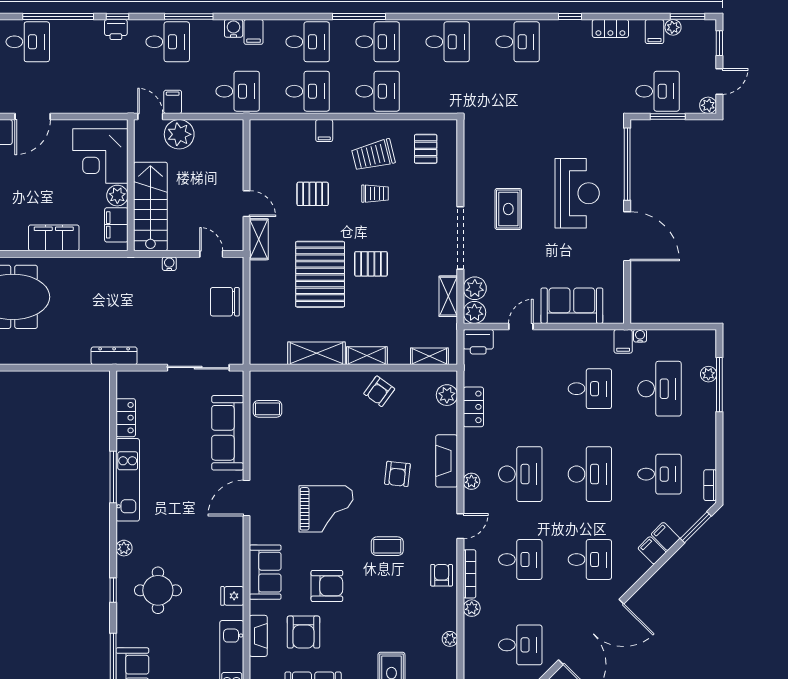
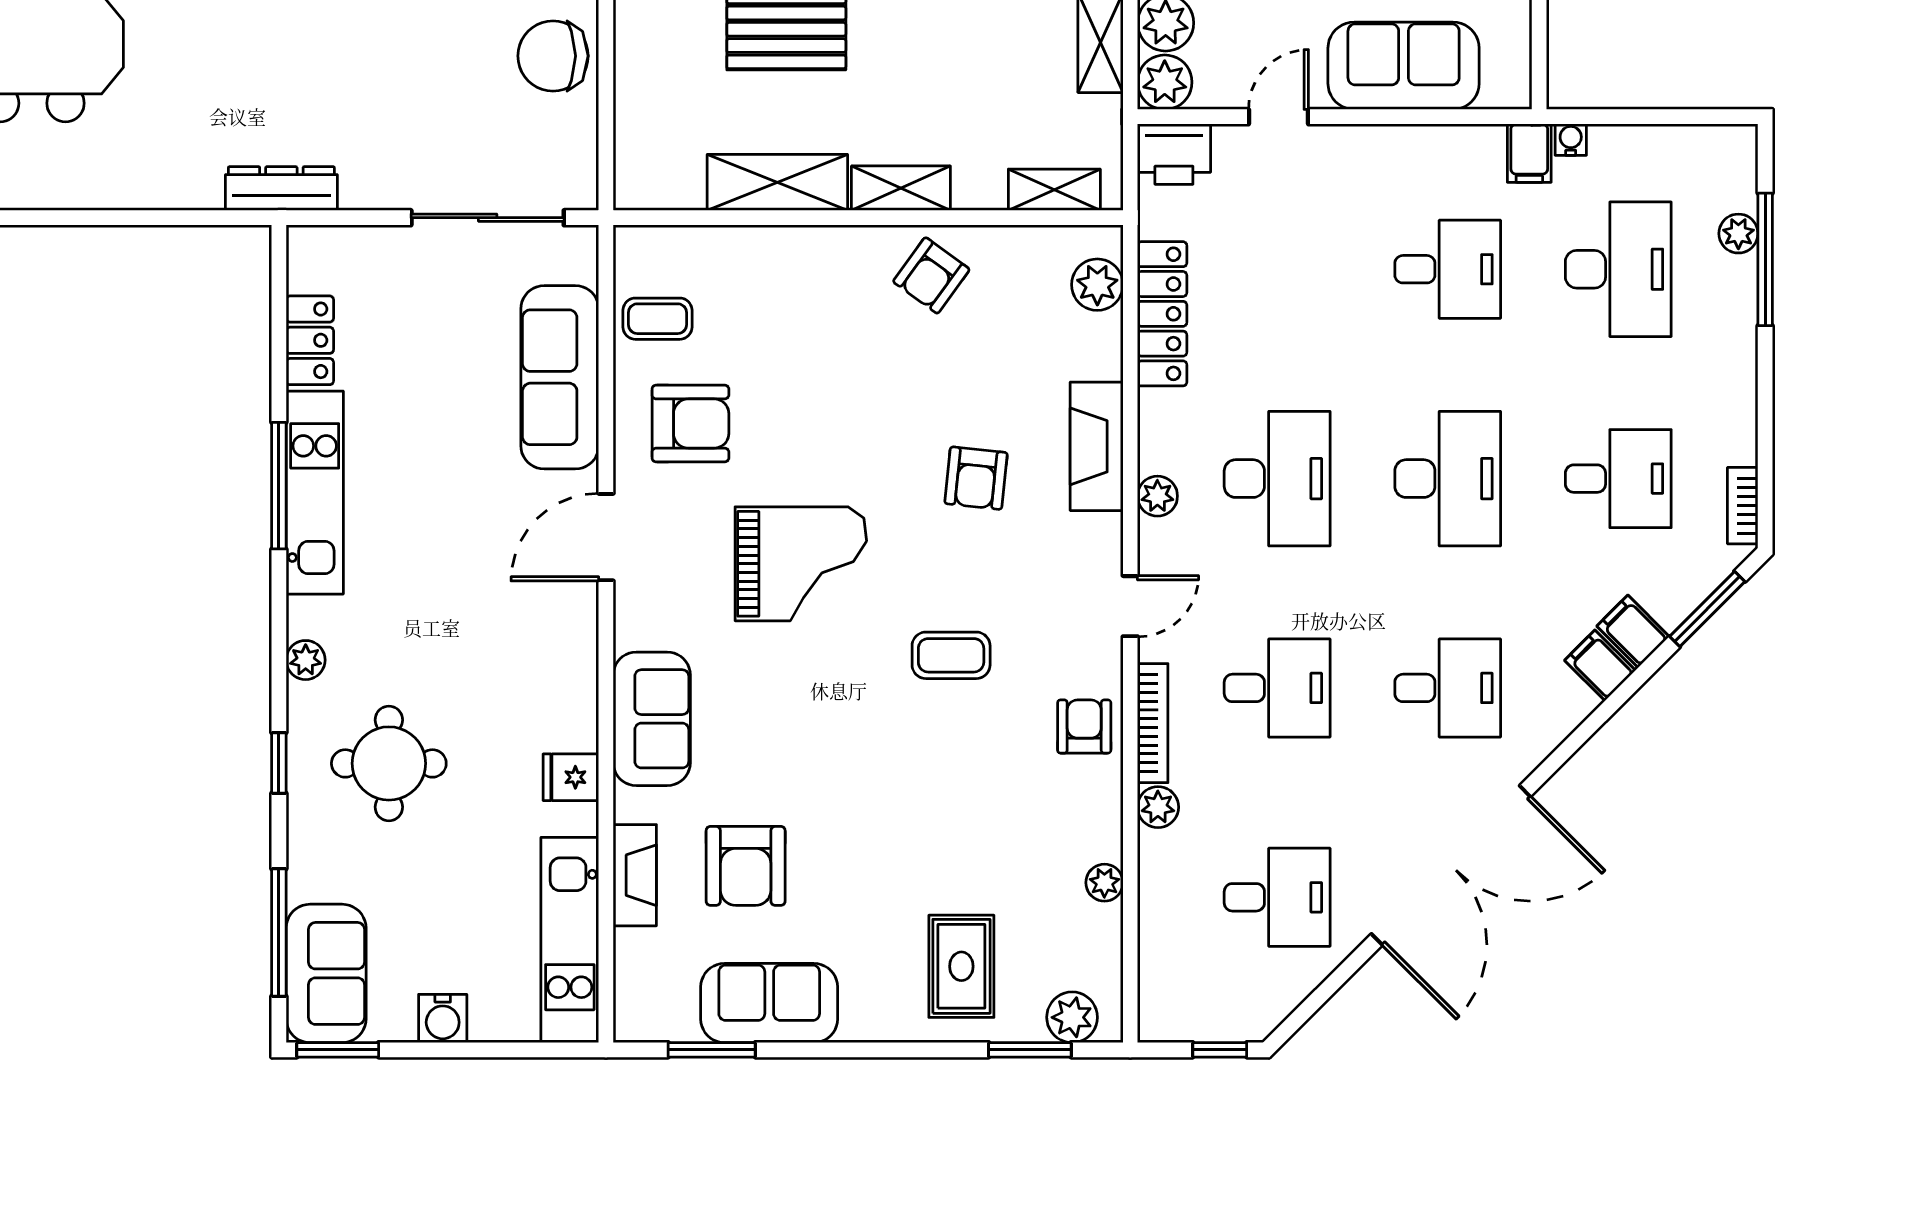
locker: (473, 407) -> (1162, 314), width x1.53
armchair: (327, 586) -> (690, 424), moved

